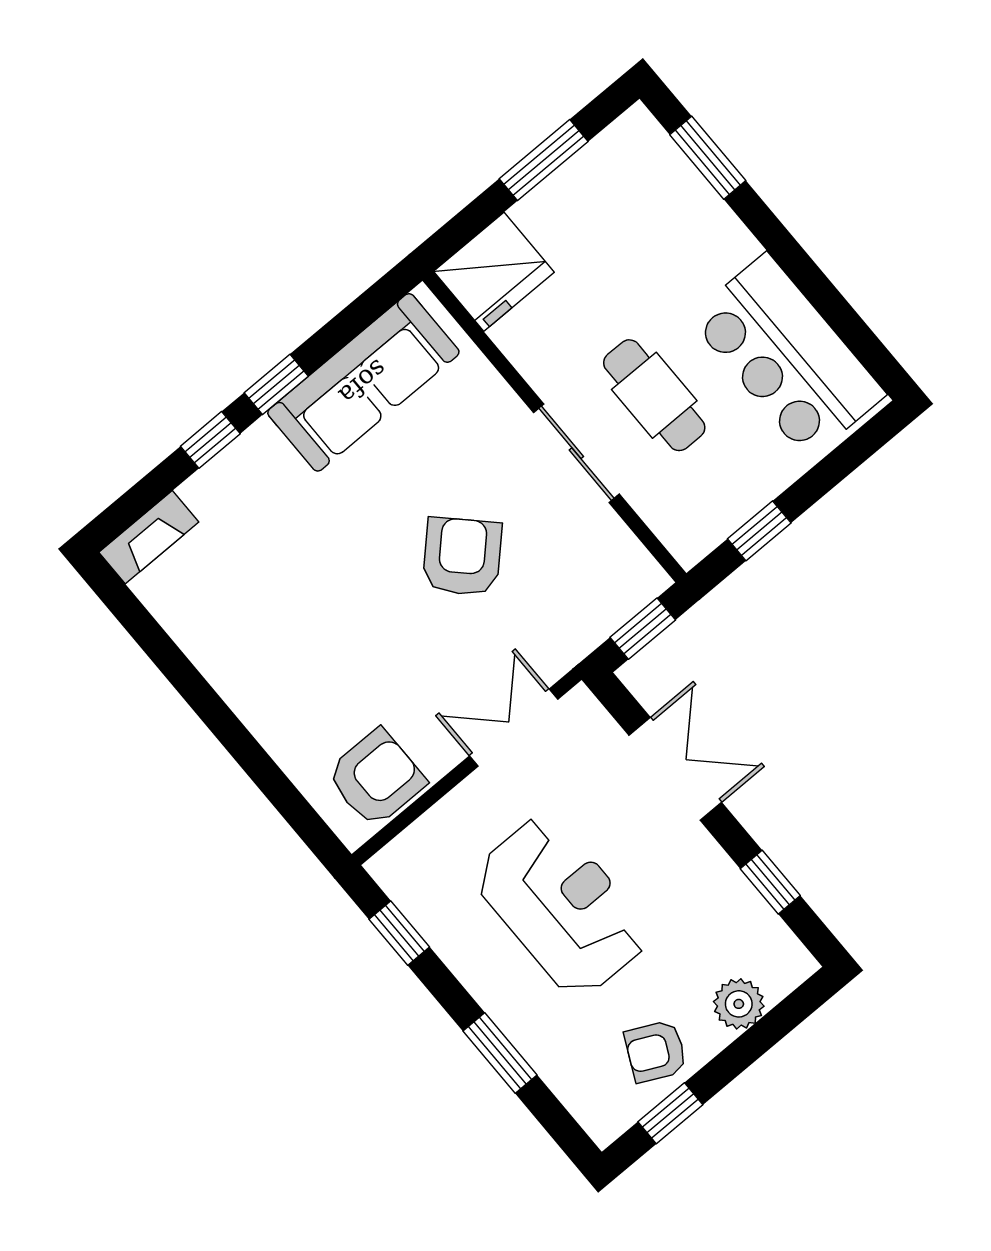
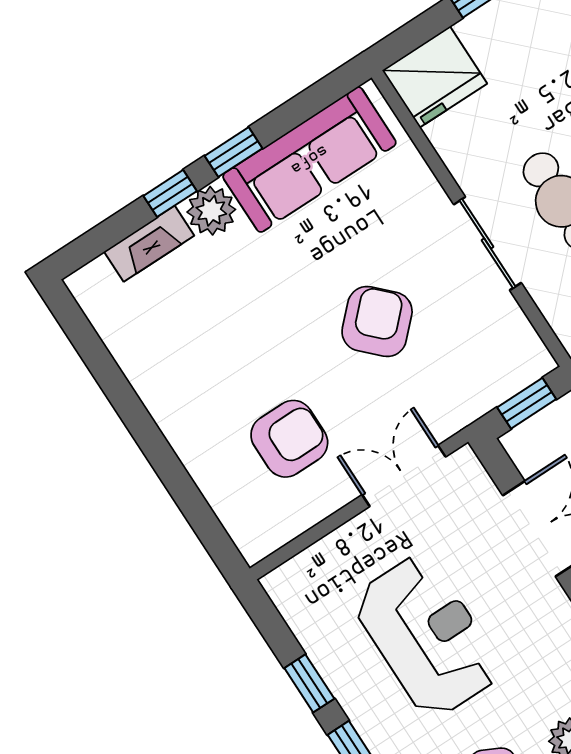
plant: (259, 454) -> (211, 211), added
fireplace: (149, 537) -> (149, 244), moved
armchair: (376, 778) -> (289, 439), moved
window: (399, 933) -> (309, 683), moved

